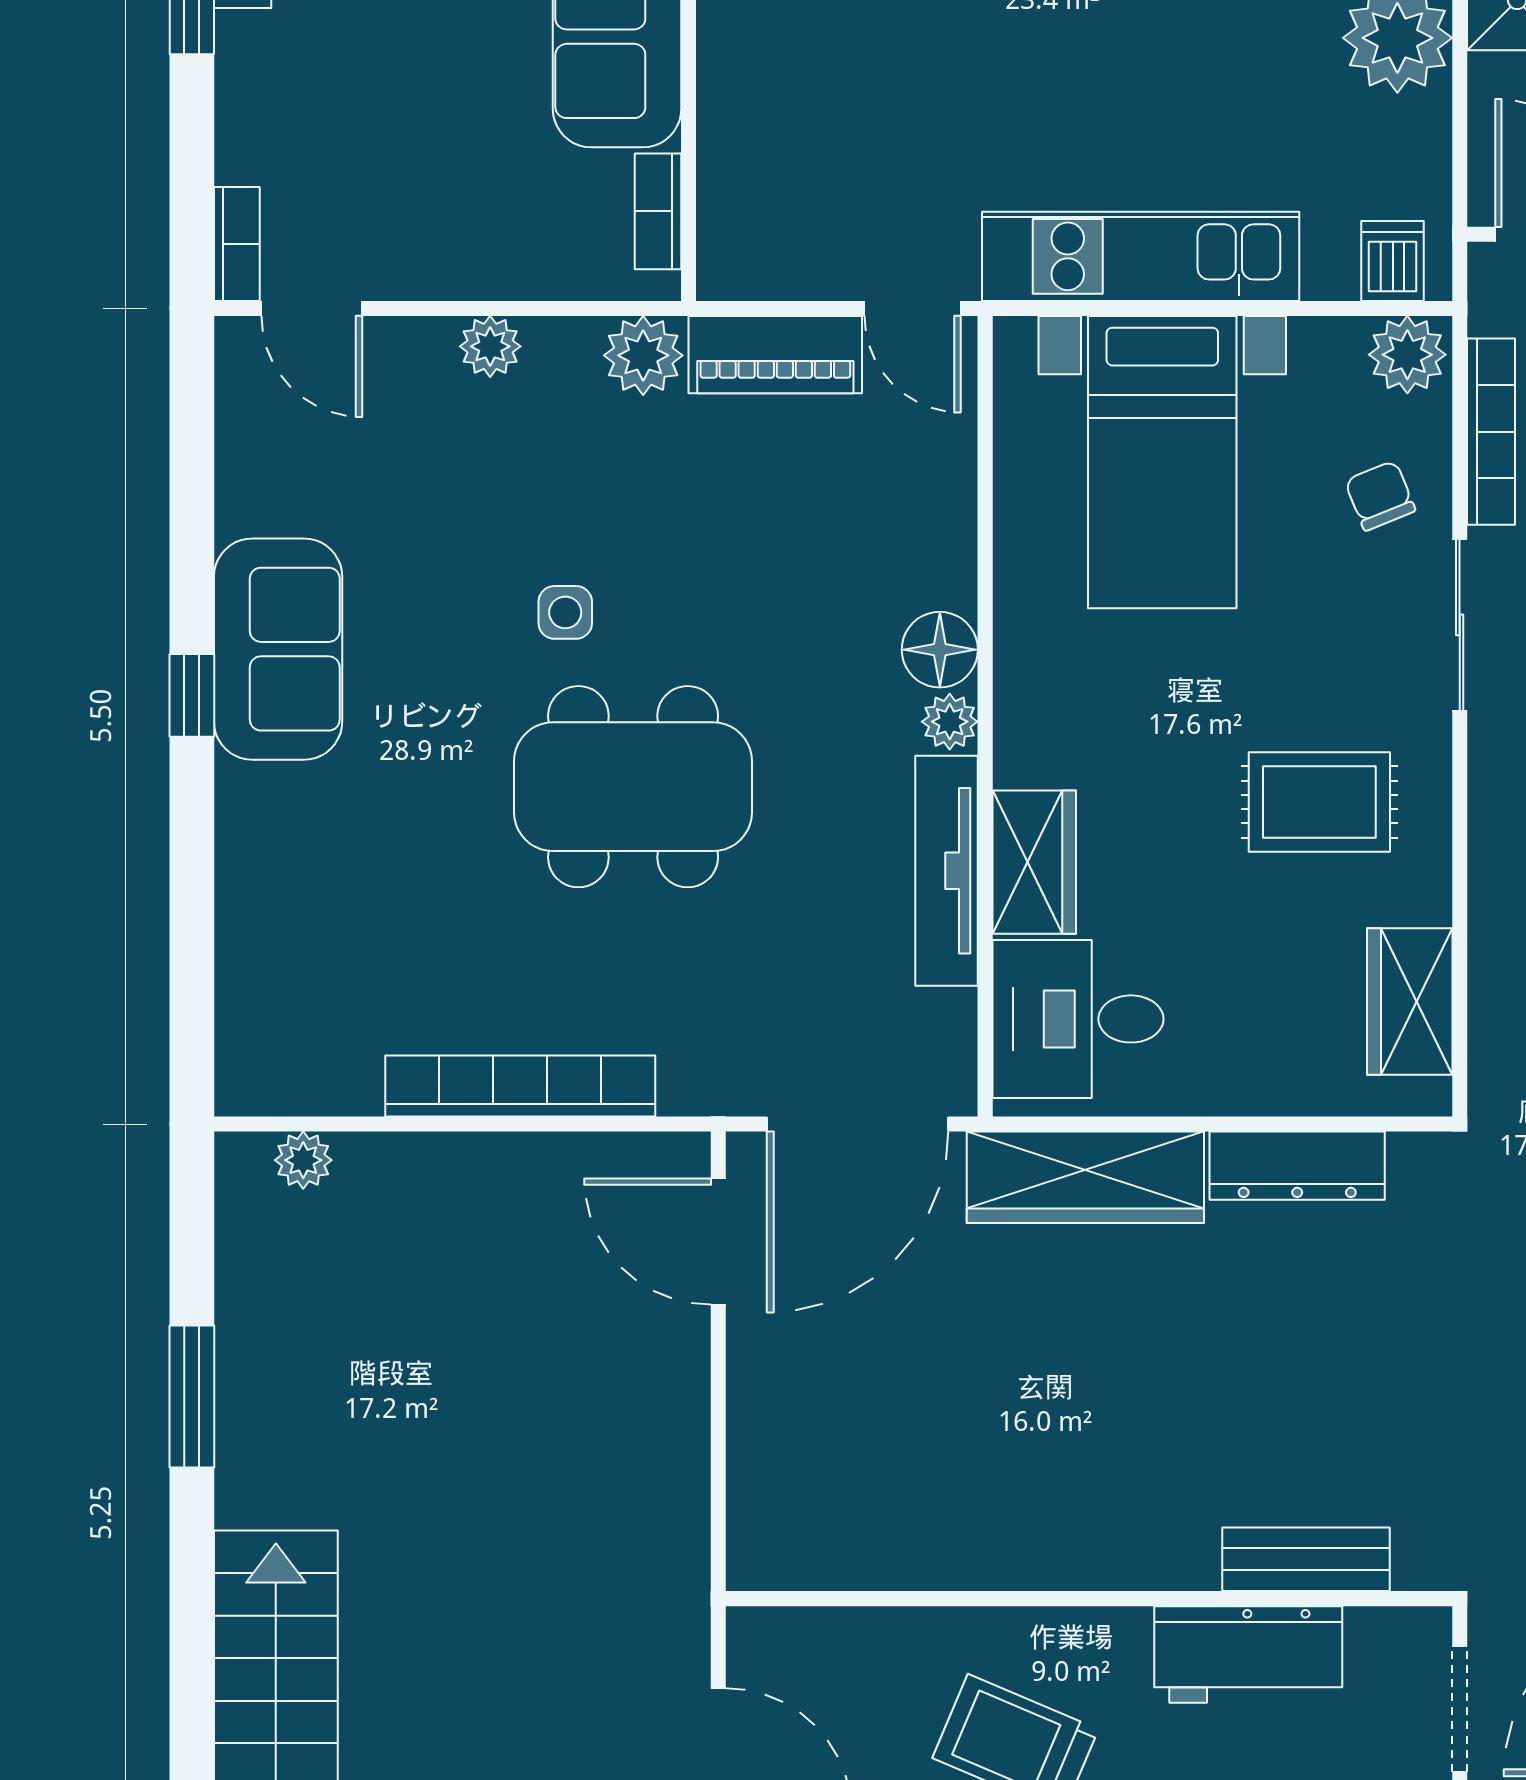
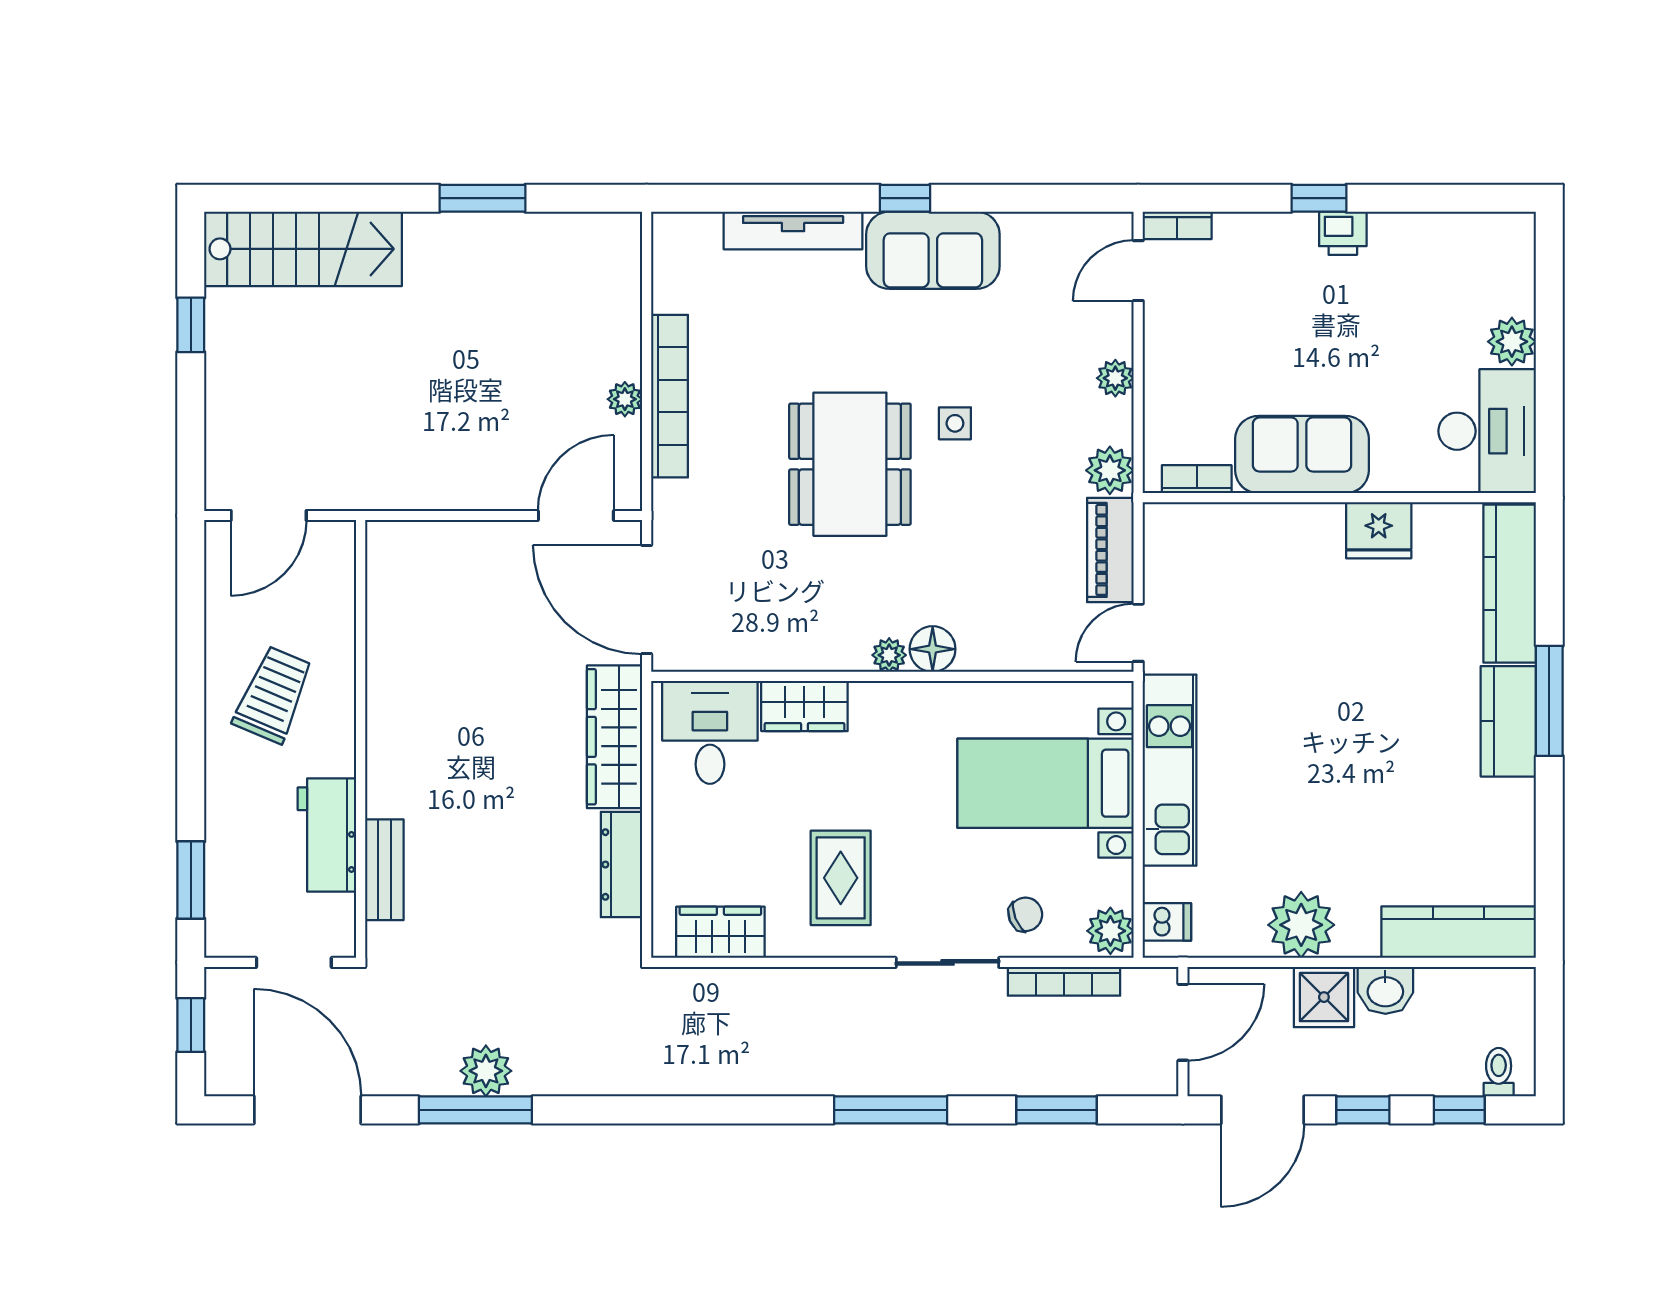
tv unit: (947, 871) -> (793, 230), moved, turned 180
plant: (303, 1160) -> (625, 399), moved

